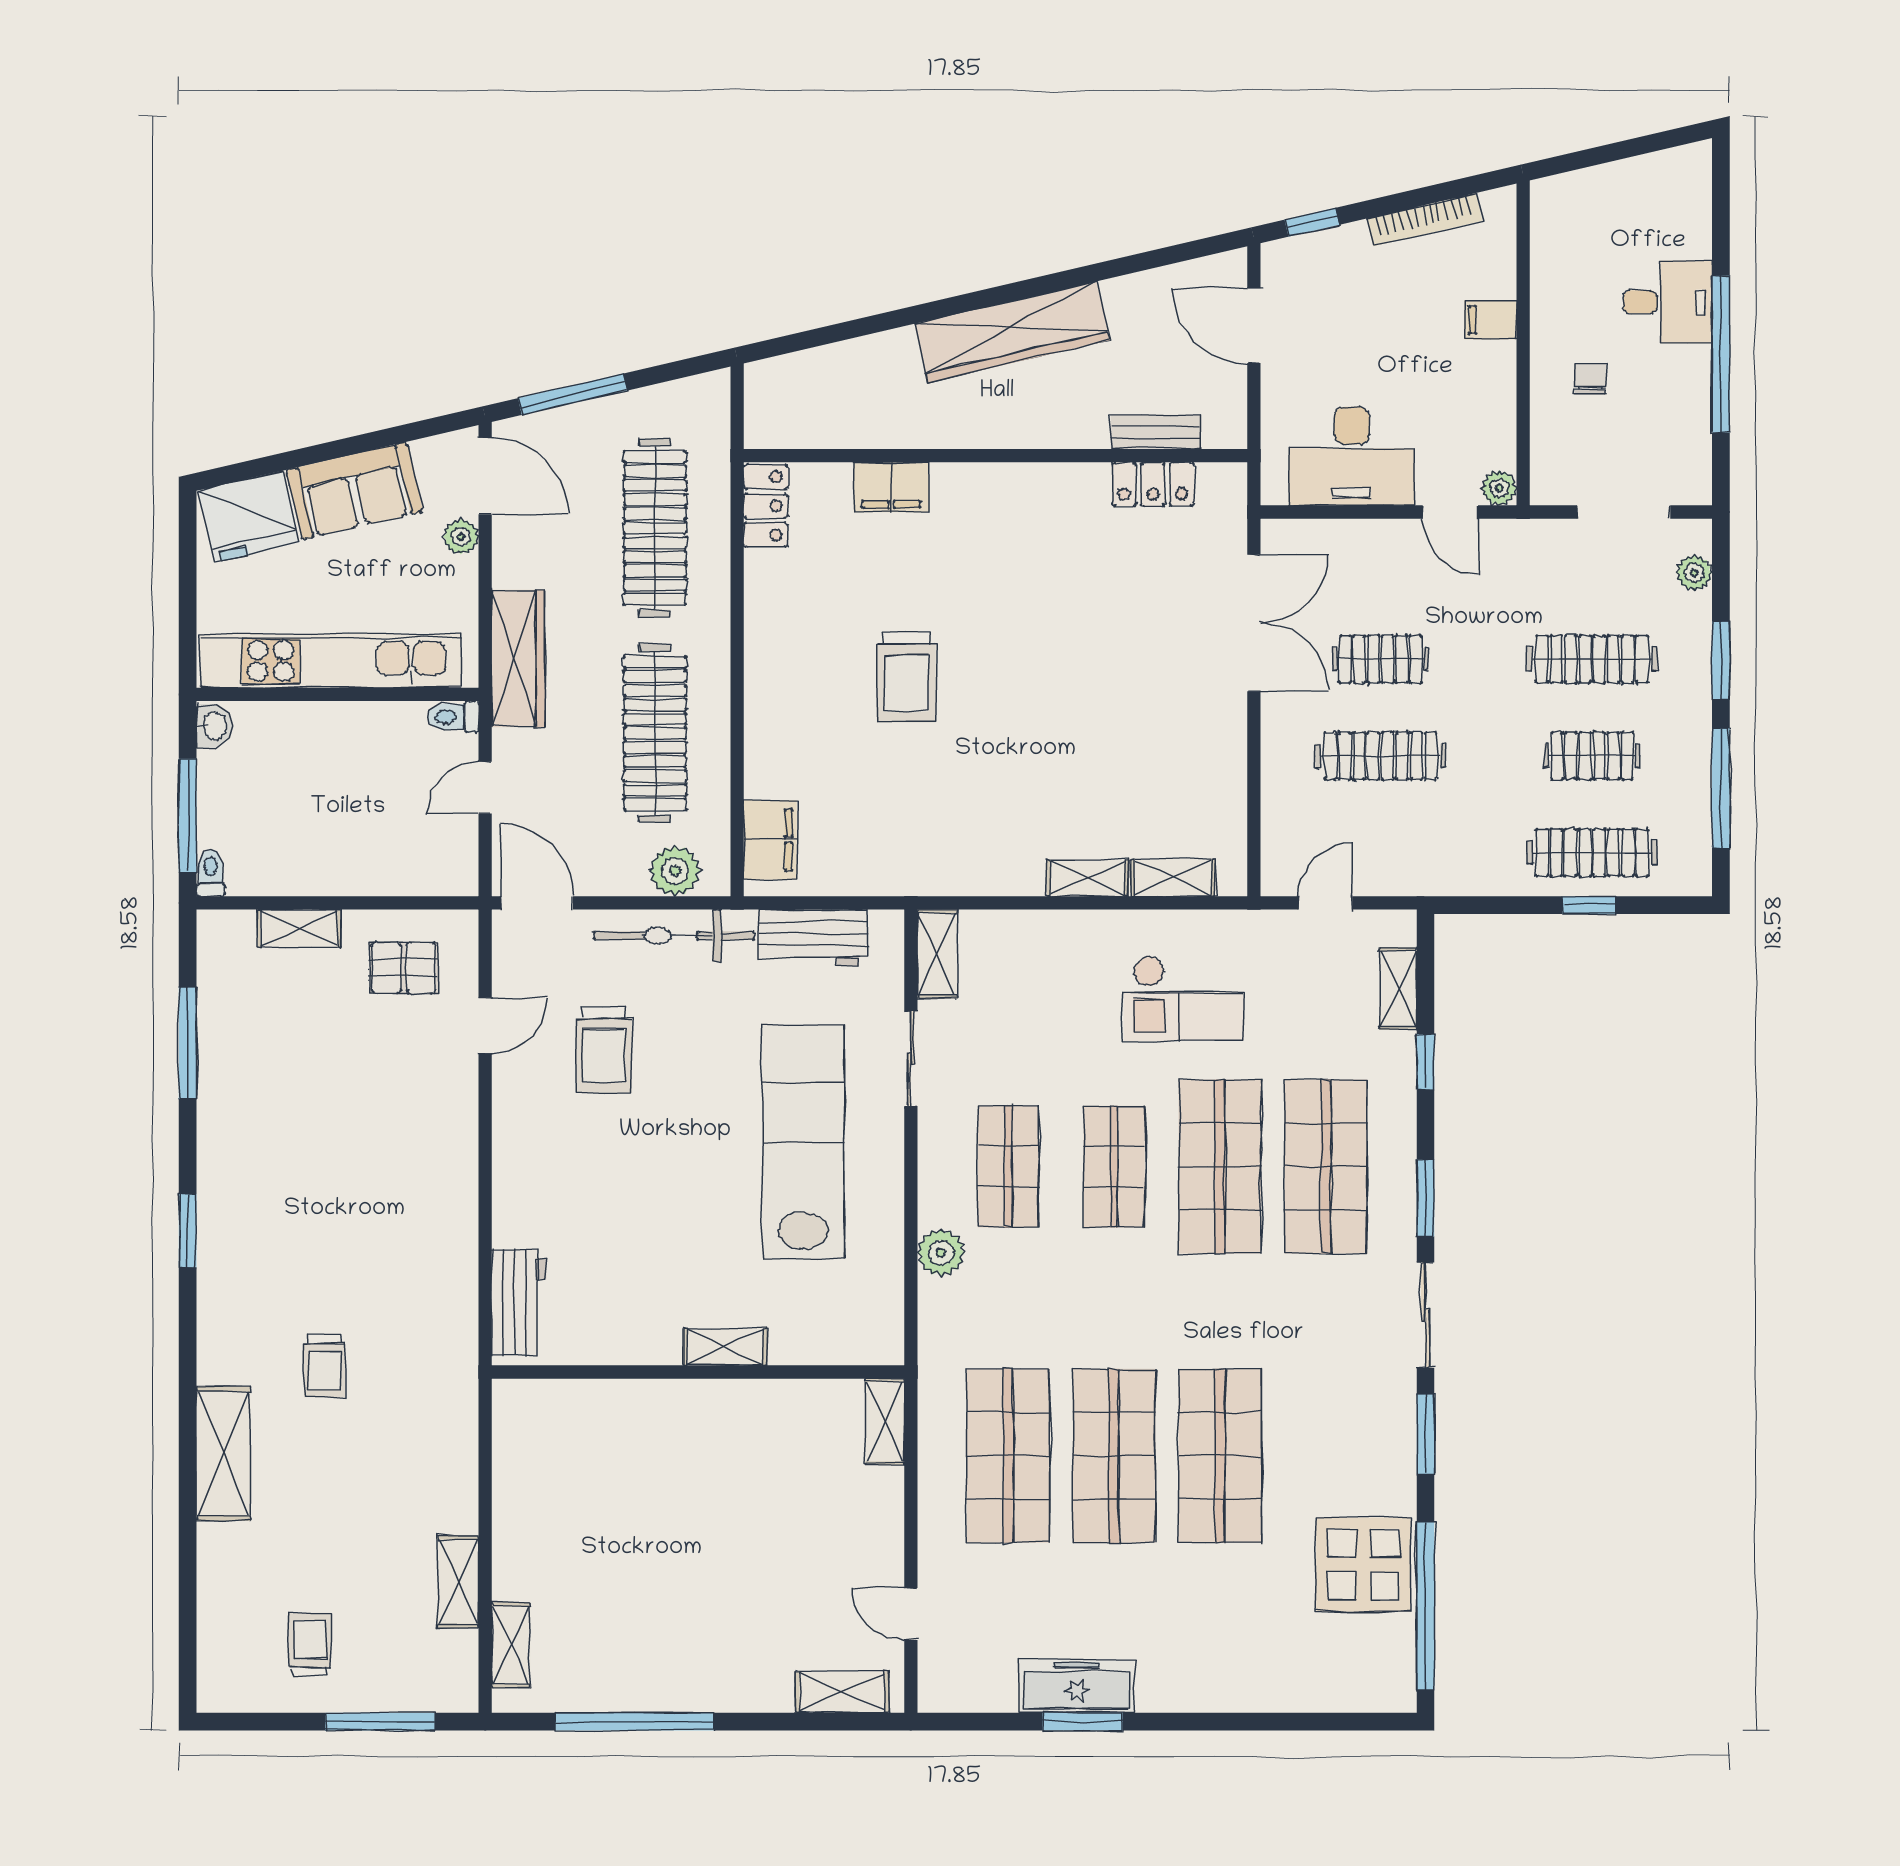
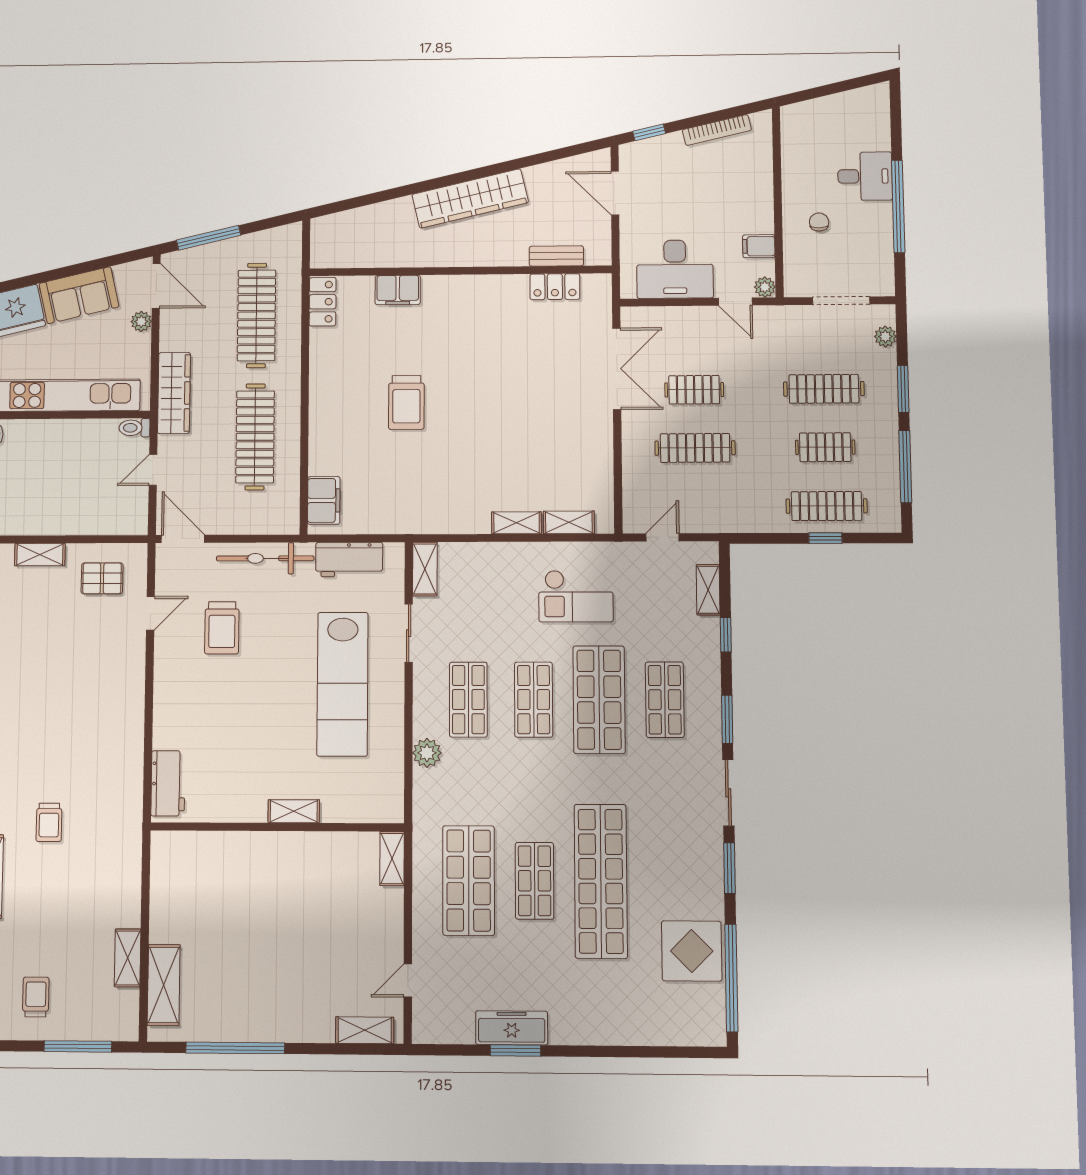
filing cabinet: (1490, 320) -> (759, 246), moved
plant: (675, 871) -> (266, 519), removed
lab bench: (803, 1142) -> (342, 684), turned 180
shop shelf: (1326, 1167) -> (665, 700), width x0.70, depth x0.74
shop shelf: (1114, 1456) -> (535, 881), width x0.70, depth x0.74
shop shelf: (1220, 1456) -> (601, 881), width x1.40
door: (911, 1614) -> (408, 981), hinge flipped
shelving: (511, 1645) -> (164, 985), width x1.50, depth x1.33

